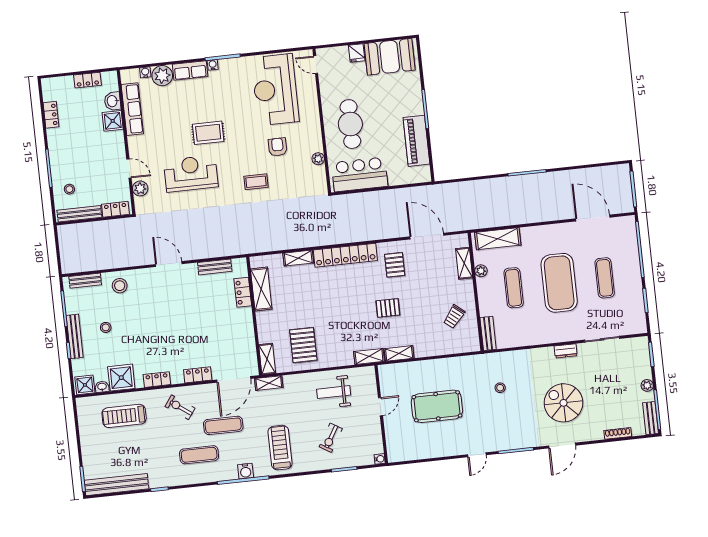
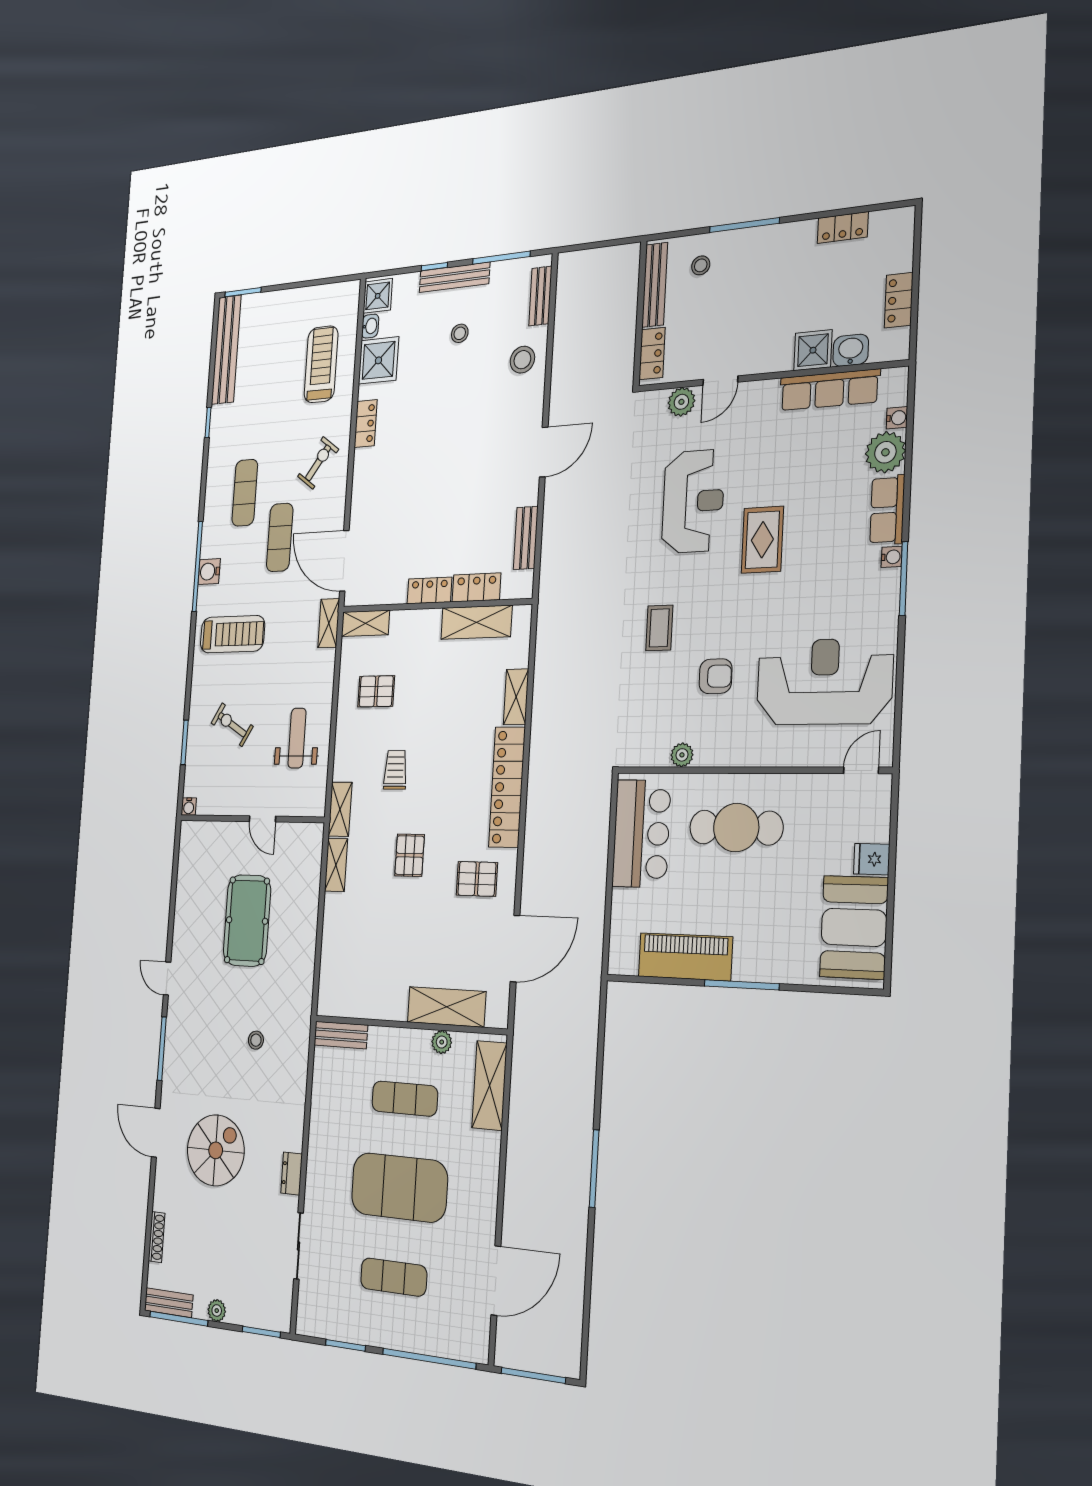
shelving: (464, 263) -> (447, 1007), width x1.50, depth x1.33
trolley: (454, 317) -> (395, 770), moved, turned 51
pallet: (303, 345) -> (376, 691), width x0.67, depth x0.71
locker: (198, 375) -> (429, 590), moved, turned -90

